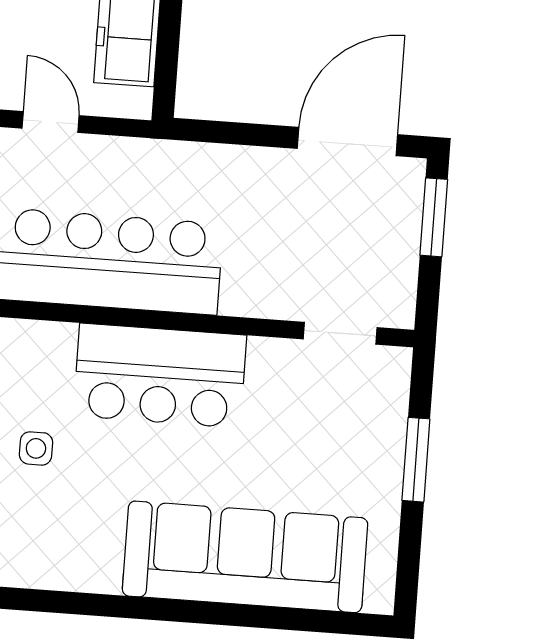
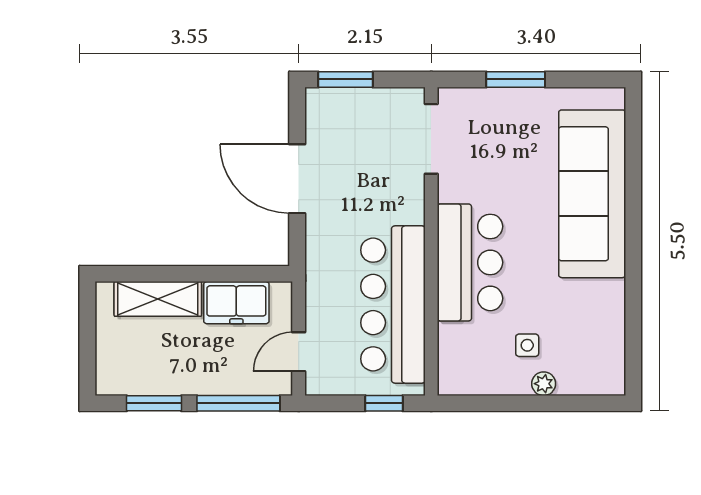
door: (347, 142) -> (297, 179), moved
doorway: (340, 333) -> (431, 139), width x1.38

